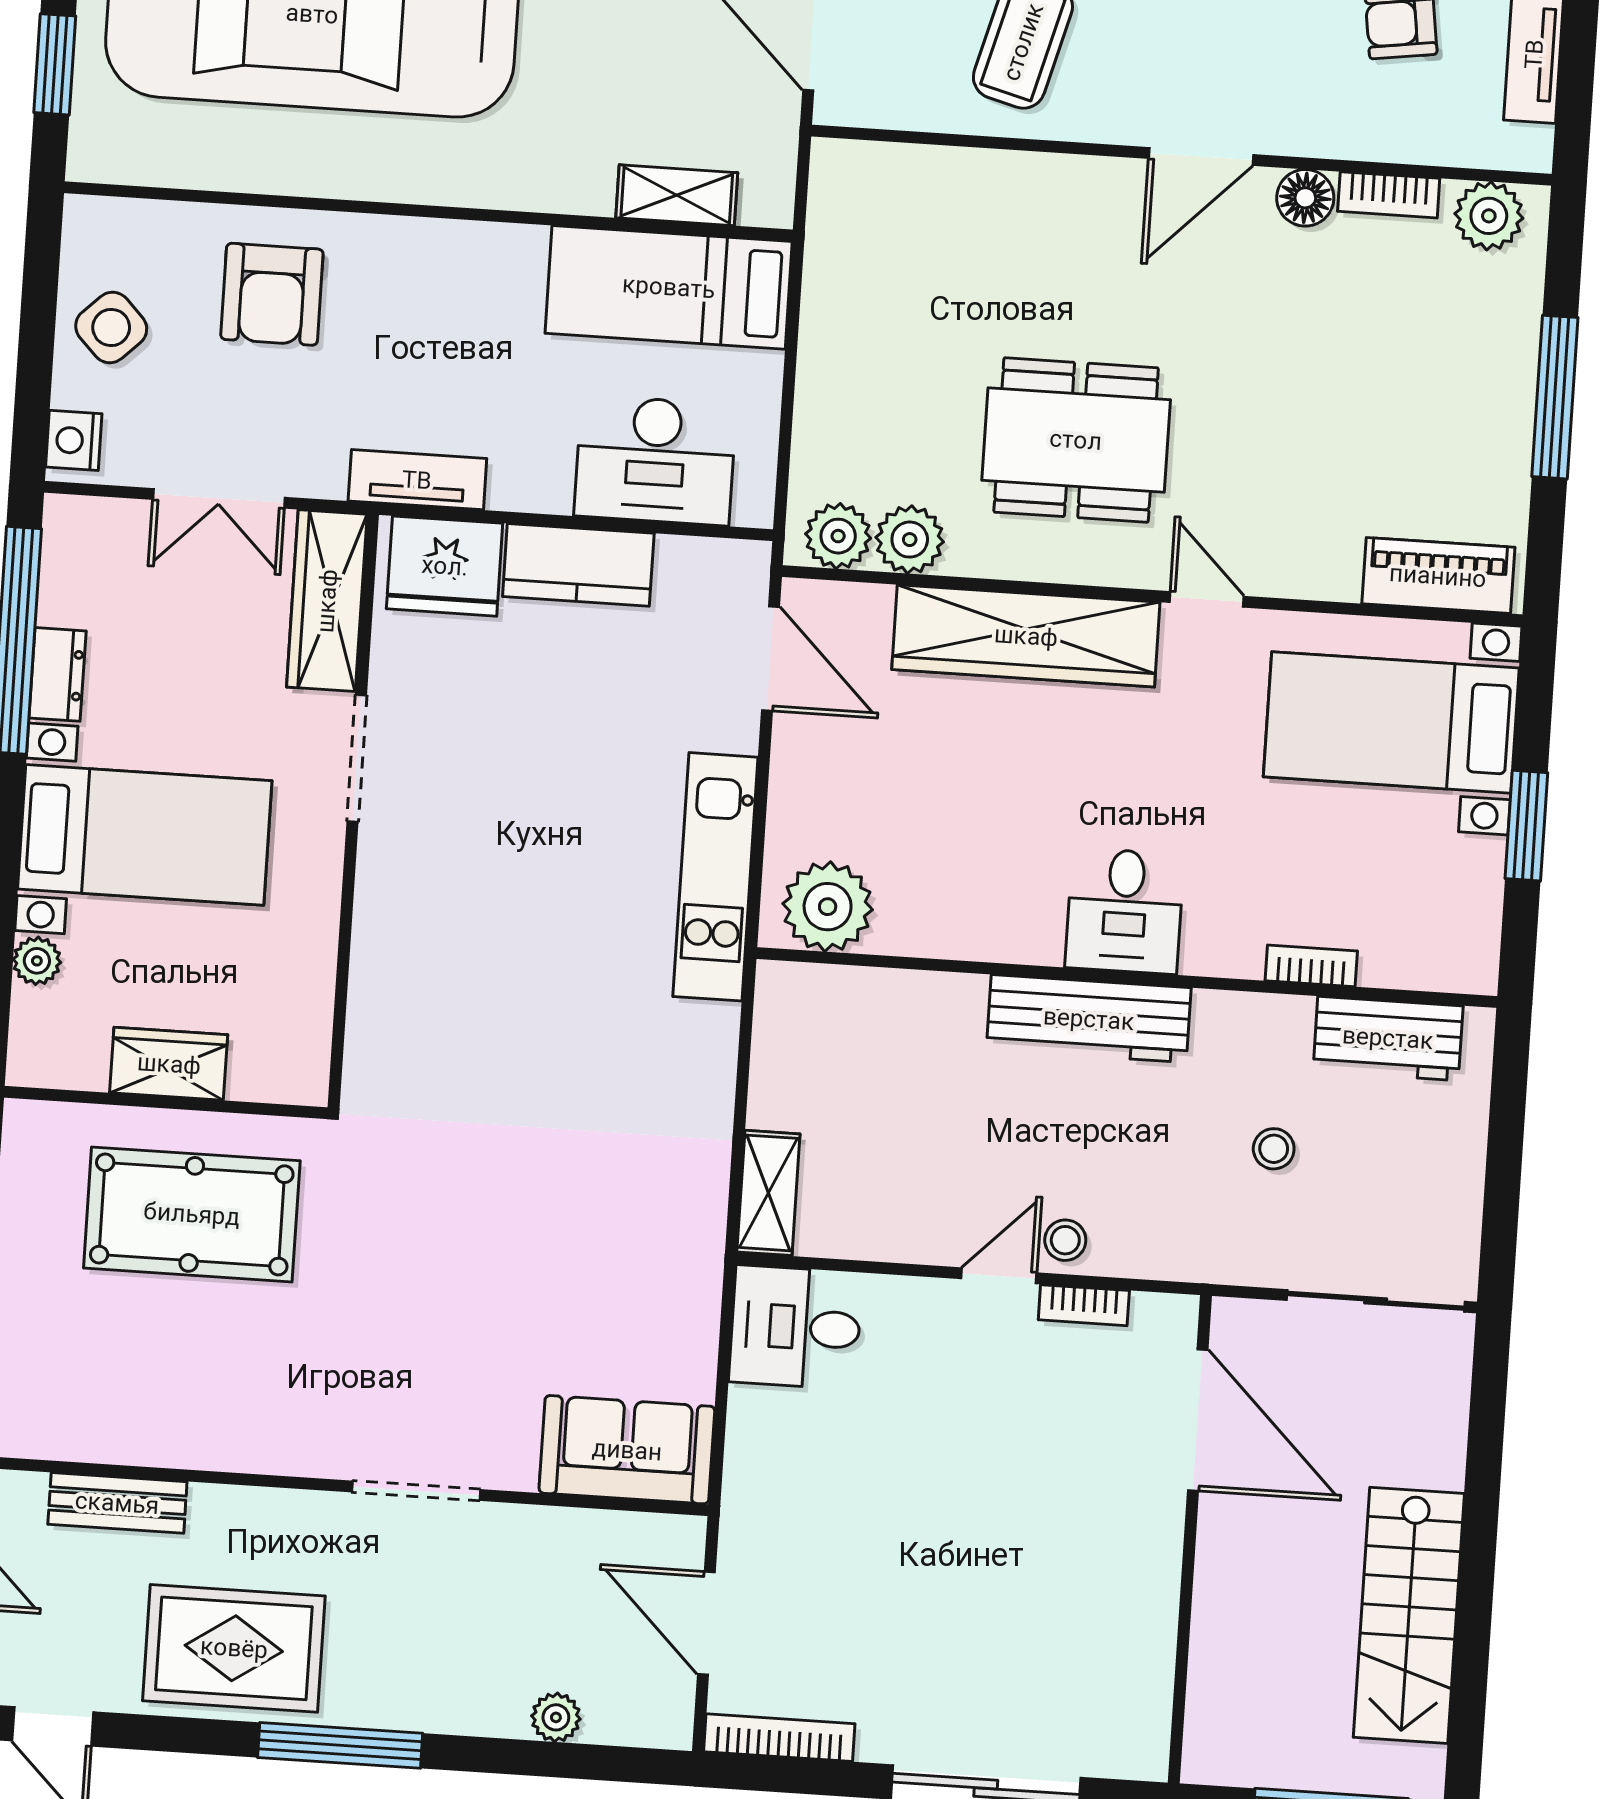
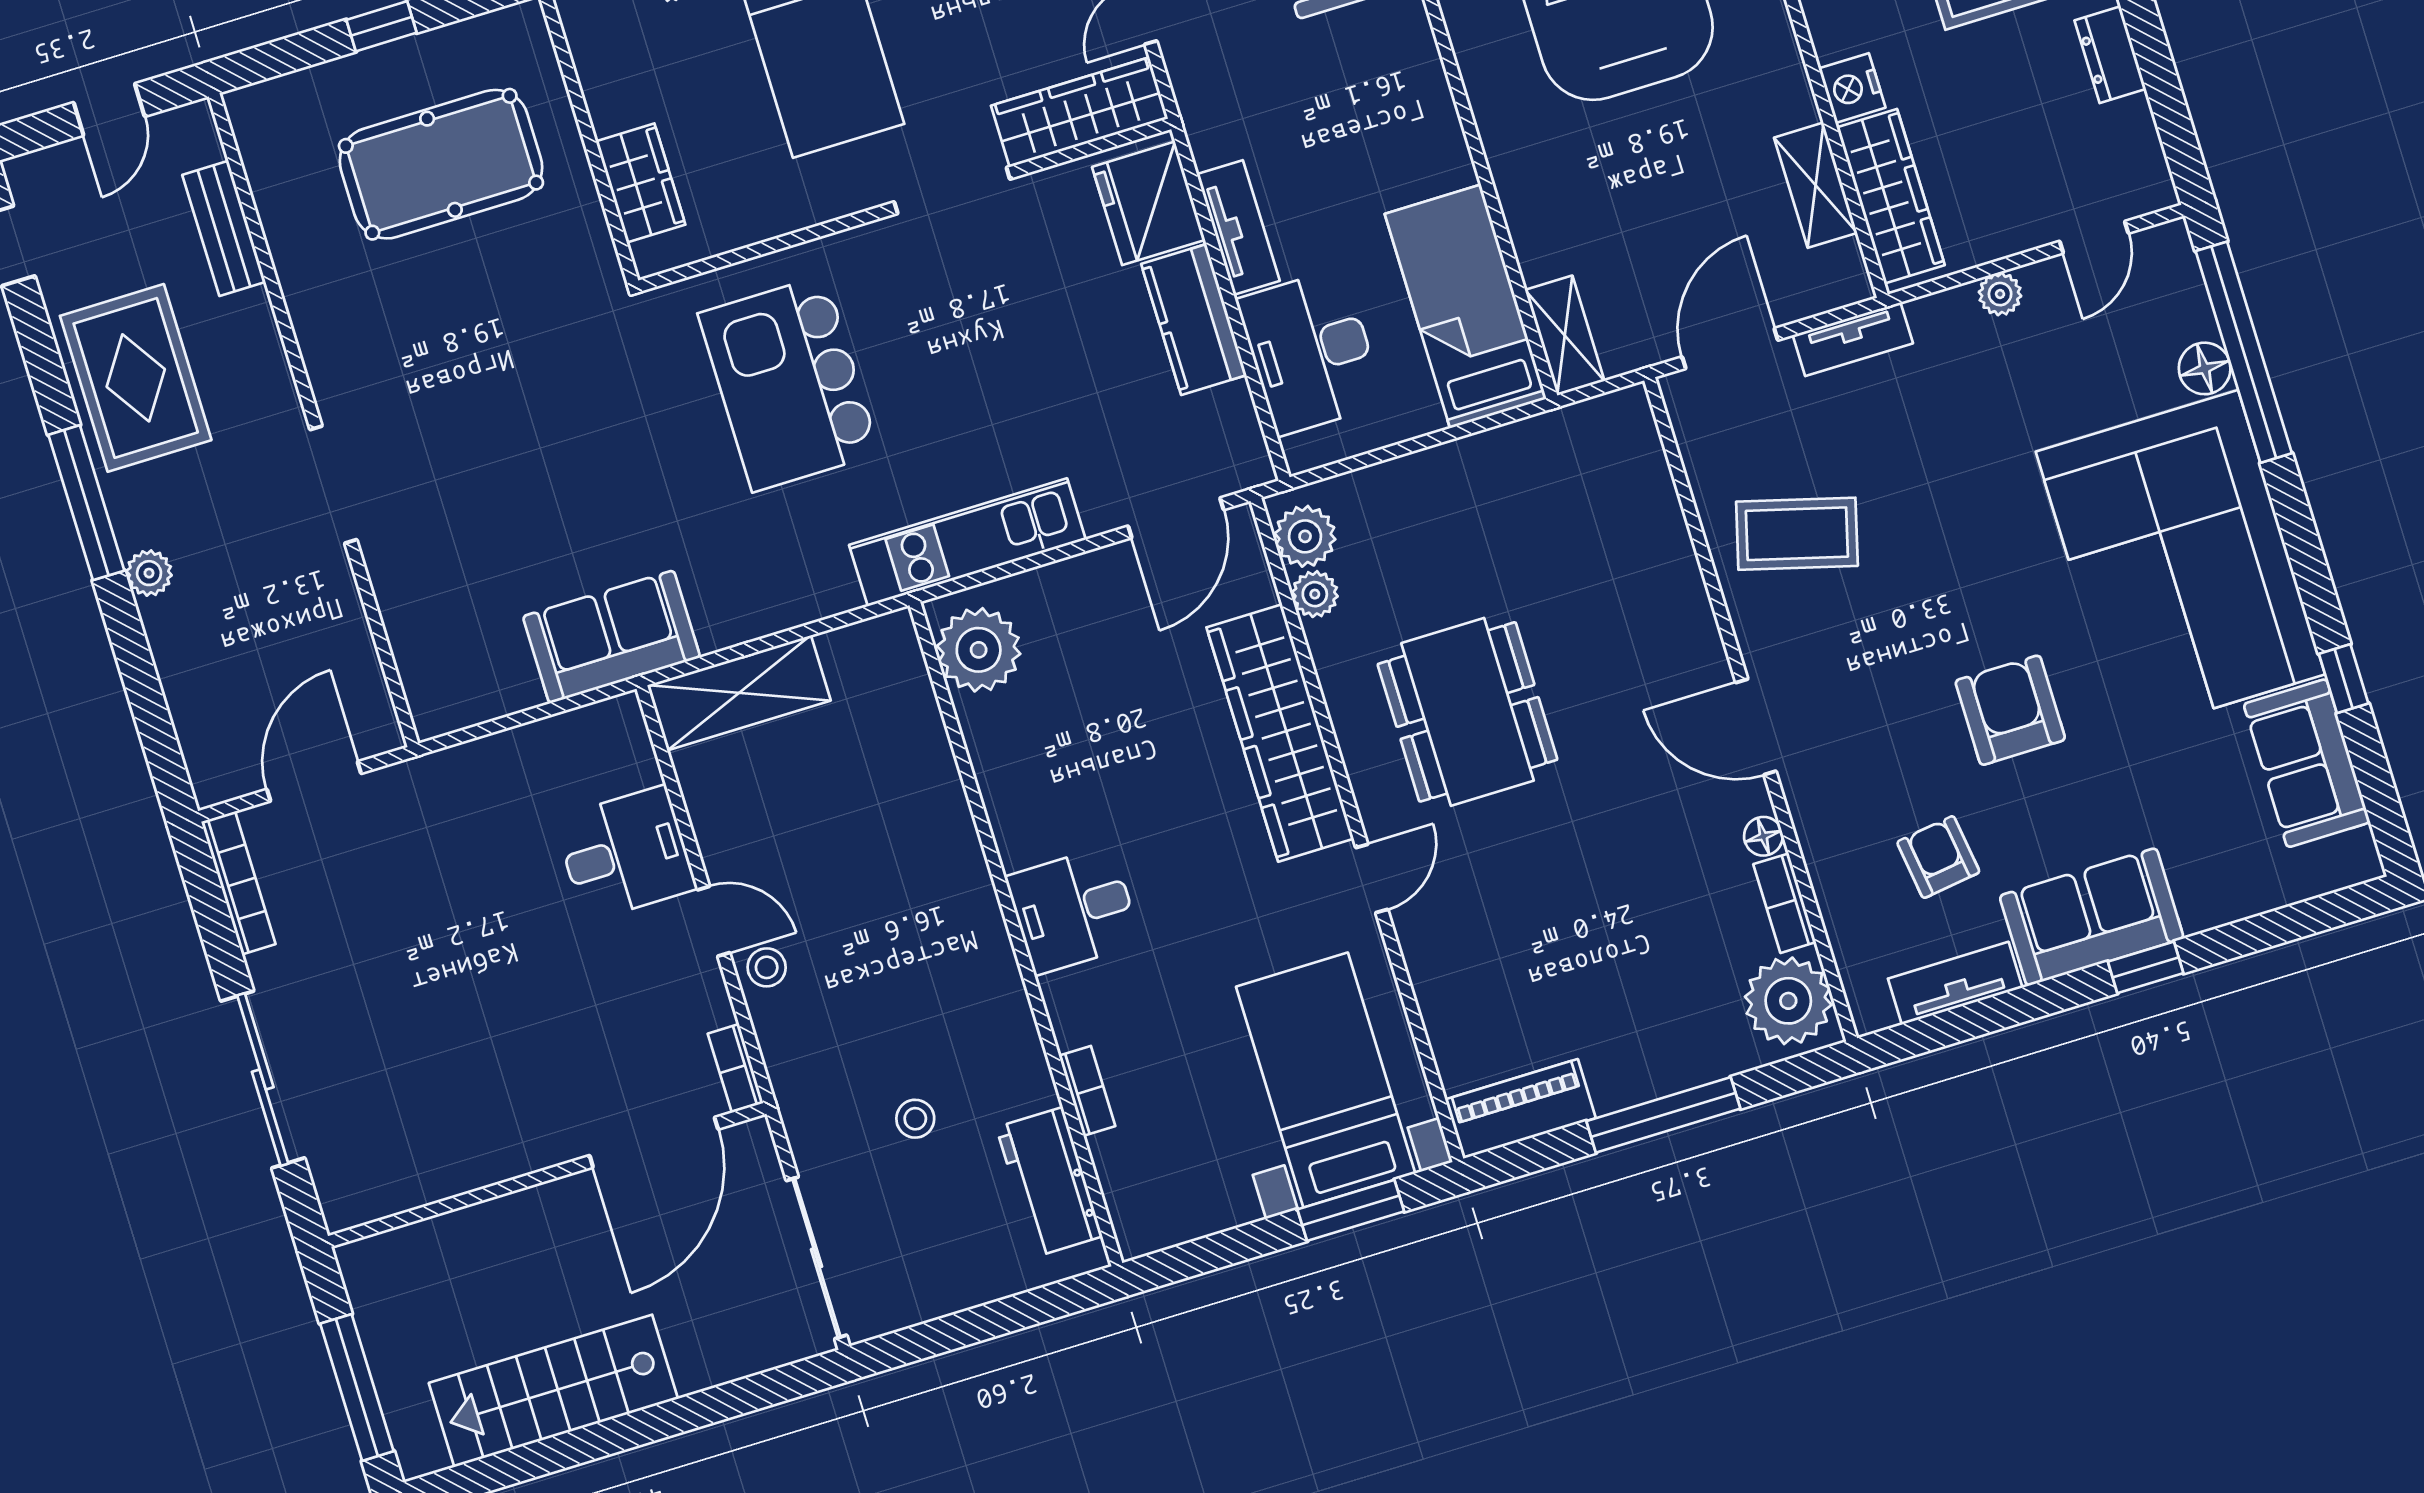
shelving: (677, 195) -> (1565, 336), moved
floor lamp: (1305, 198) -> (1763, 836), width x0.73, depth x0.73
plant: (1489, 216) -> (1788, 1001), width x1.36, depth x1.36
tv unit: (417, 480) -> (1238, 228), moved
plant: (910, 540) -> (1315, 594), width x0.73, depth x0.73
piano: (1438, 576) -> (1521, 1109), moved, turned -90
window: (1526, 826) -> (1351, 1210), moved
kitchen island: (488, 996) -> (789, 383), added
workbench: (1089, 1019) -> (967, 914), removed
wardrobe: (169, 1064) -> (641, 183), moved
shelving: (768, 1193) -> (739, 693), width x1.50, depth x1.33
pool table: (192, 1214) -> (441, 164), moved, turned 90
bookcase: (1084, 1305) -> (735, 1068), moved
desk: (796, 1327) -> (625, 854), moved, turned 90
sofa: (627, 1450) -> (612, 637), moved, turned -90
plant: (556, 1717) -> (149, 573), moved

